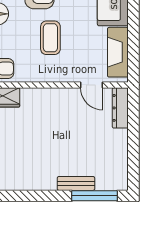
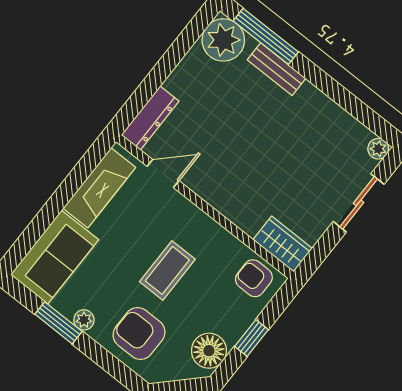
door: (91, 85) -> (163, 174), hinge flipped
plant: (115, 177) -> (223, 40), added

